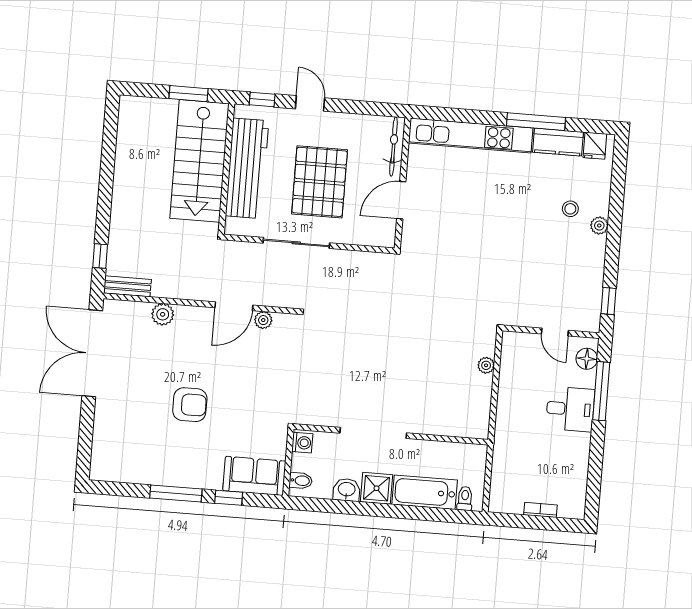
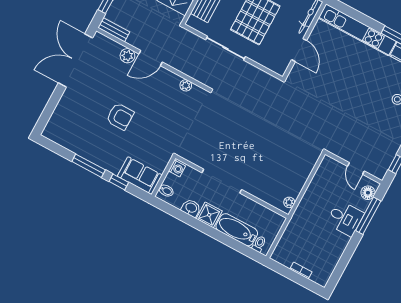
door: (401, 200) -> (299, 50), swing flipped
door: (234, 306) -> (151, 58), moved
plant: (486, 365) -> (289, 202), moved

